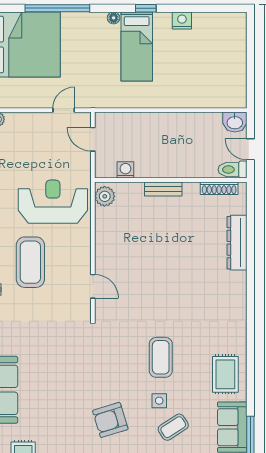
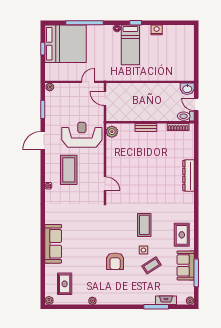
washing machine: (125, 170) -> (124, 116), removed
dresser: (237, 243) -> (188, 176), moved
armchair: (110, 420) -> (115, 261), turned -73

